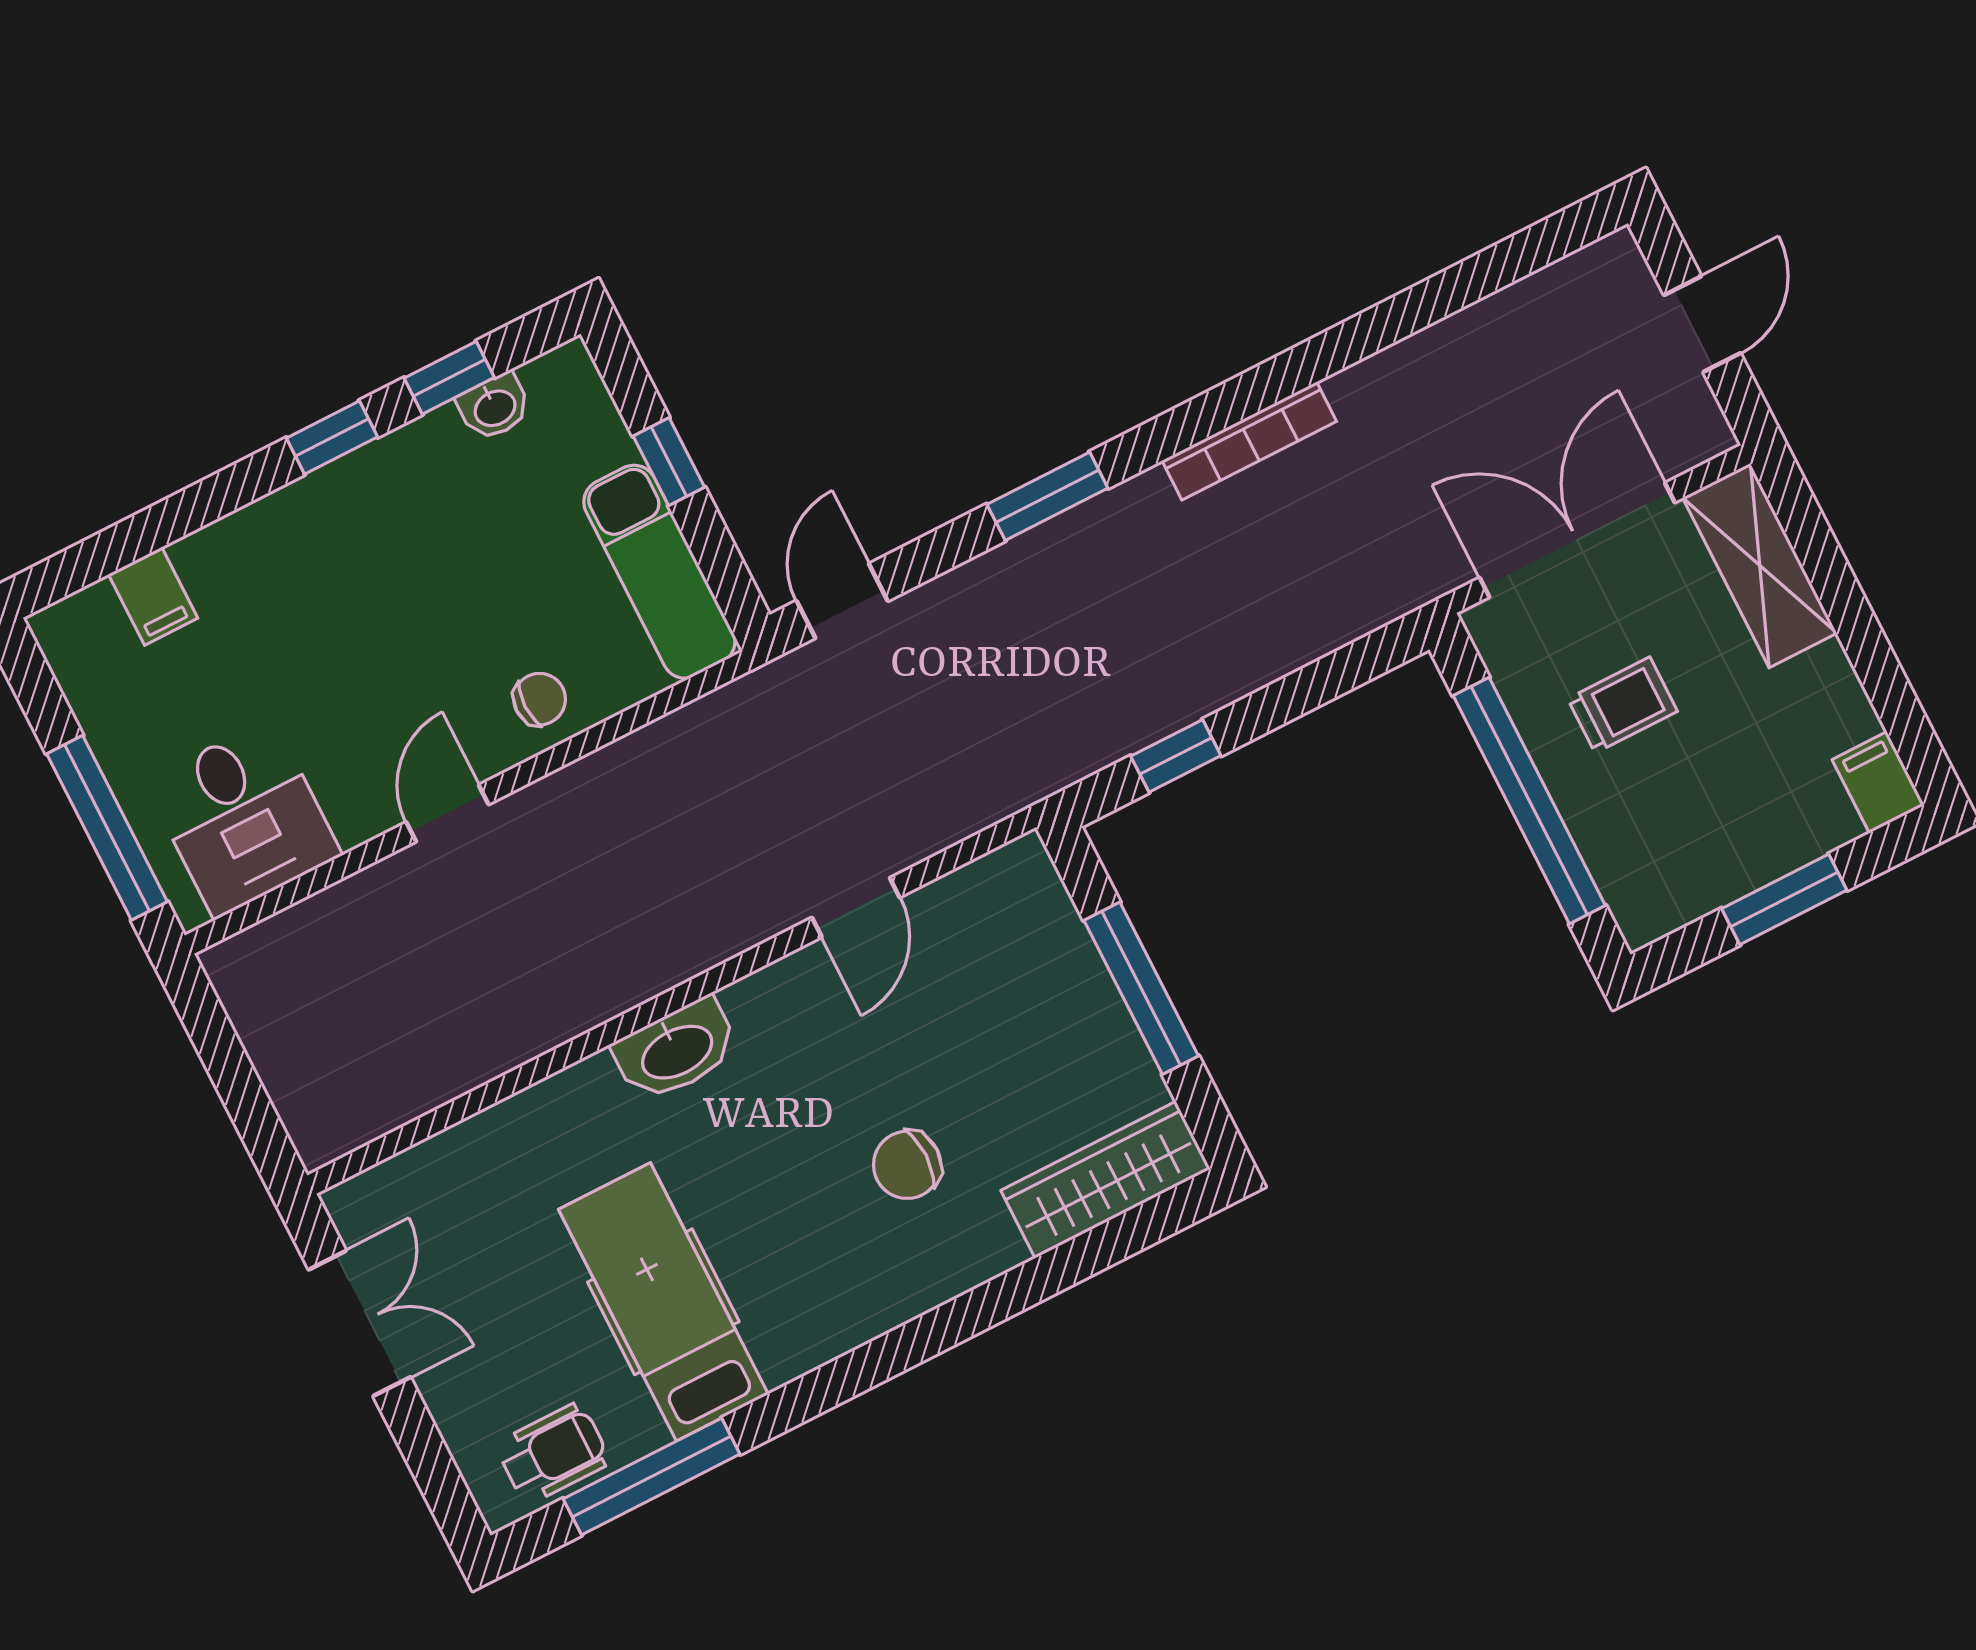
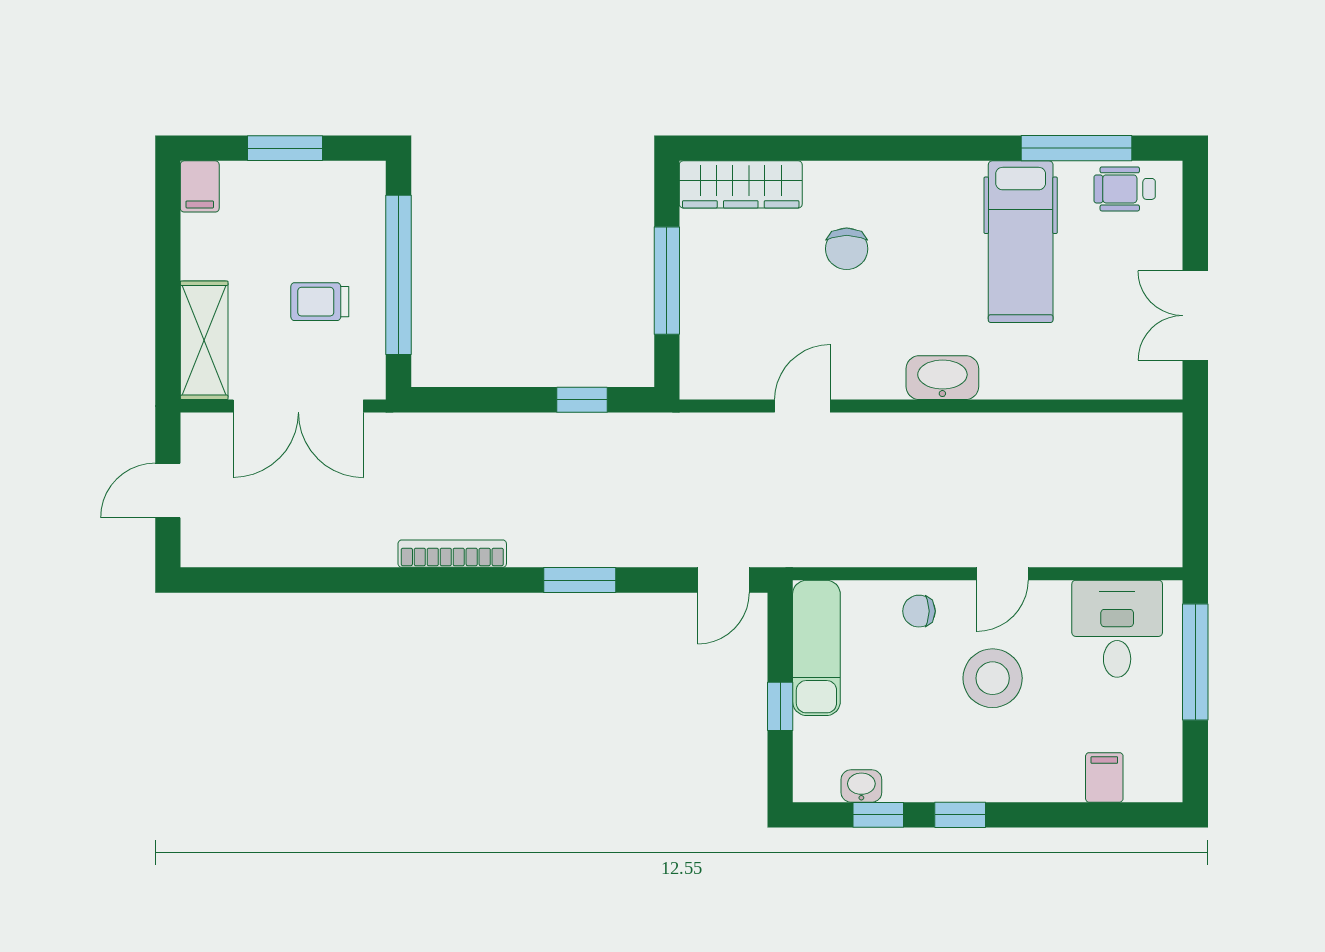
stool: (385, 657) -> (993, 678), added
chair: (907, 1165) -> (847, 249), turned 90

